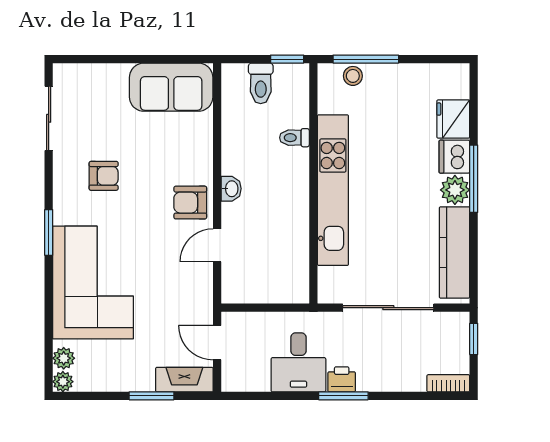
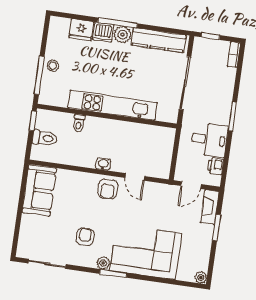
stool: (353, 76) -> (53, 66), moved
plant: (64, 358) -> (103, 263), moved
printer: (342, 379) -> (216, 166), moved

